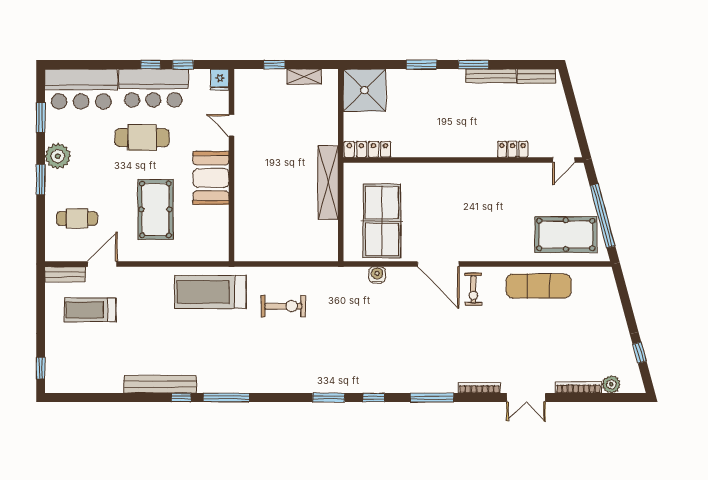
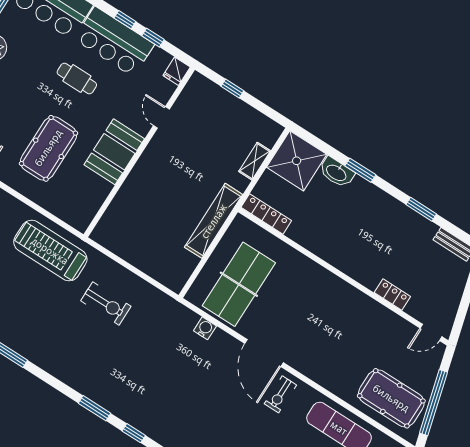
window: (473, 65) -> (421, 209), moved
bench: (491, 76) -> (414, 219), removed
shelving: (304, 77) -> (255, 161), moved, turned 90
washbasin: (403, 79) -> (337, 172), added
cafe table: (142, 138) -> (77, 79), width x0.73, depth x0.74

